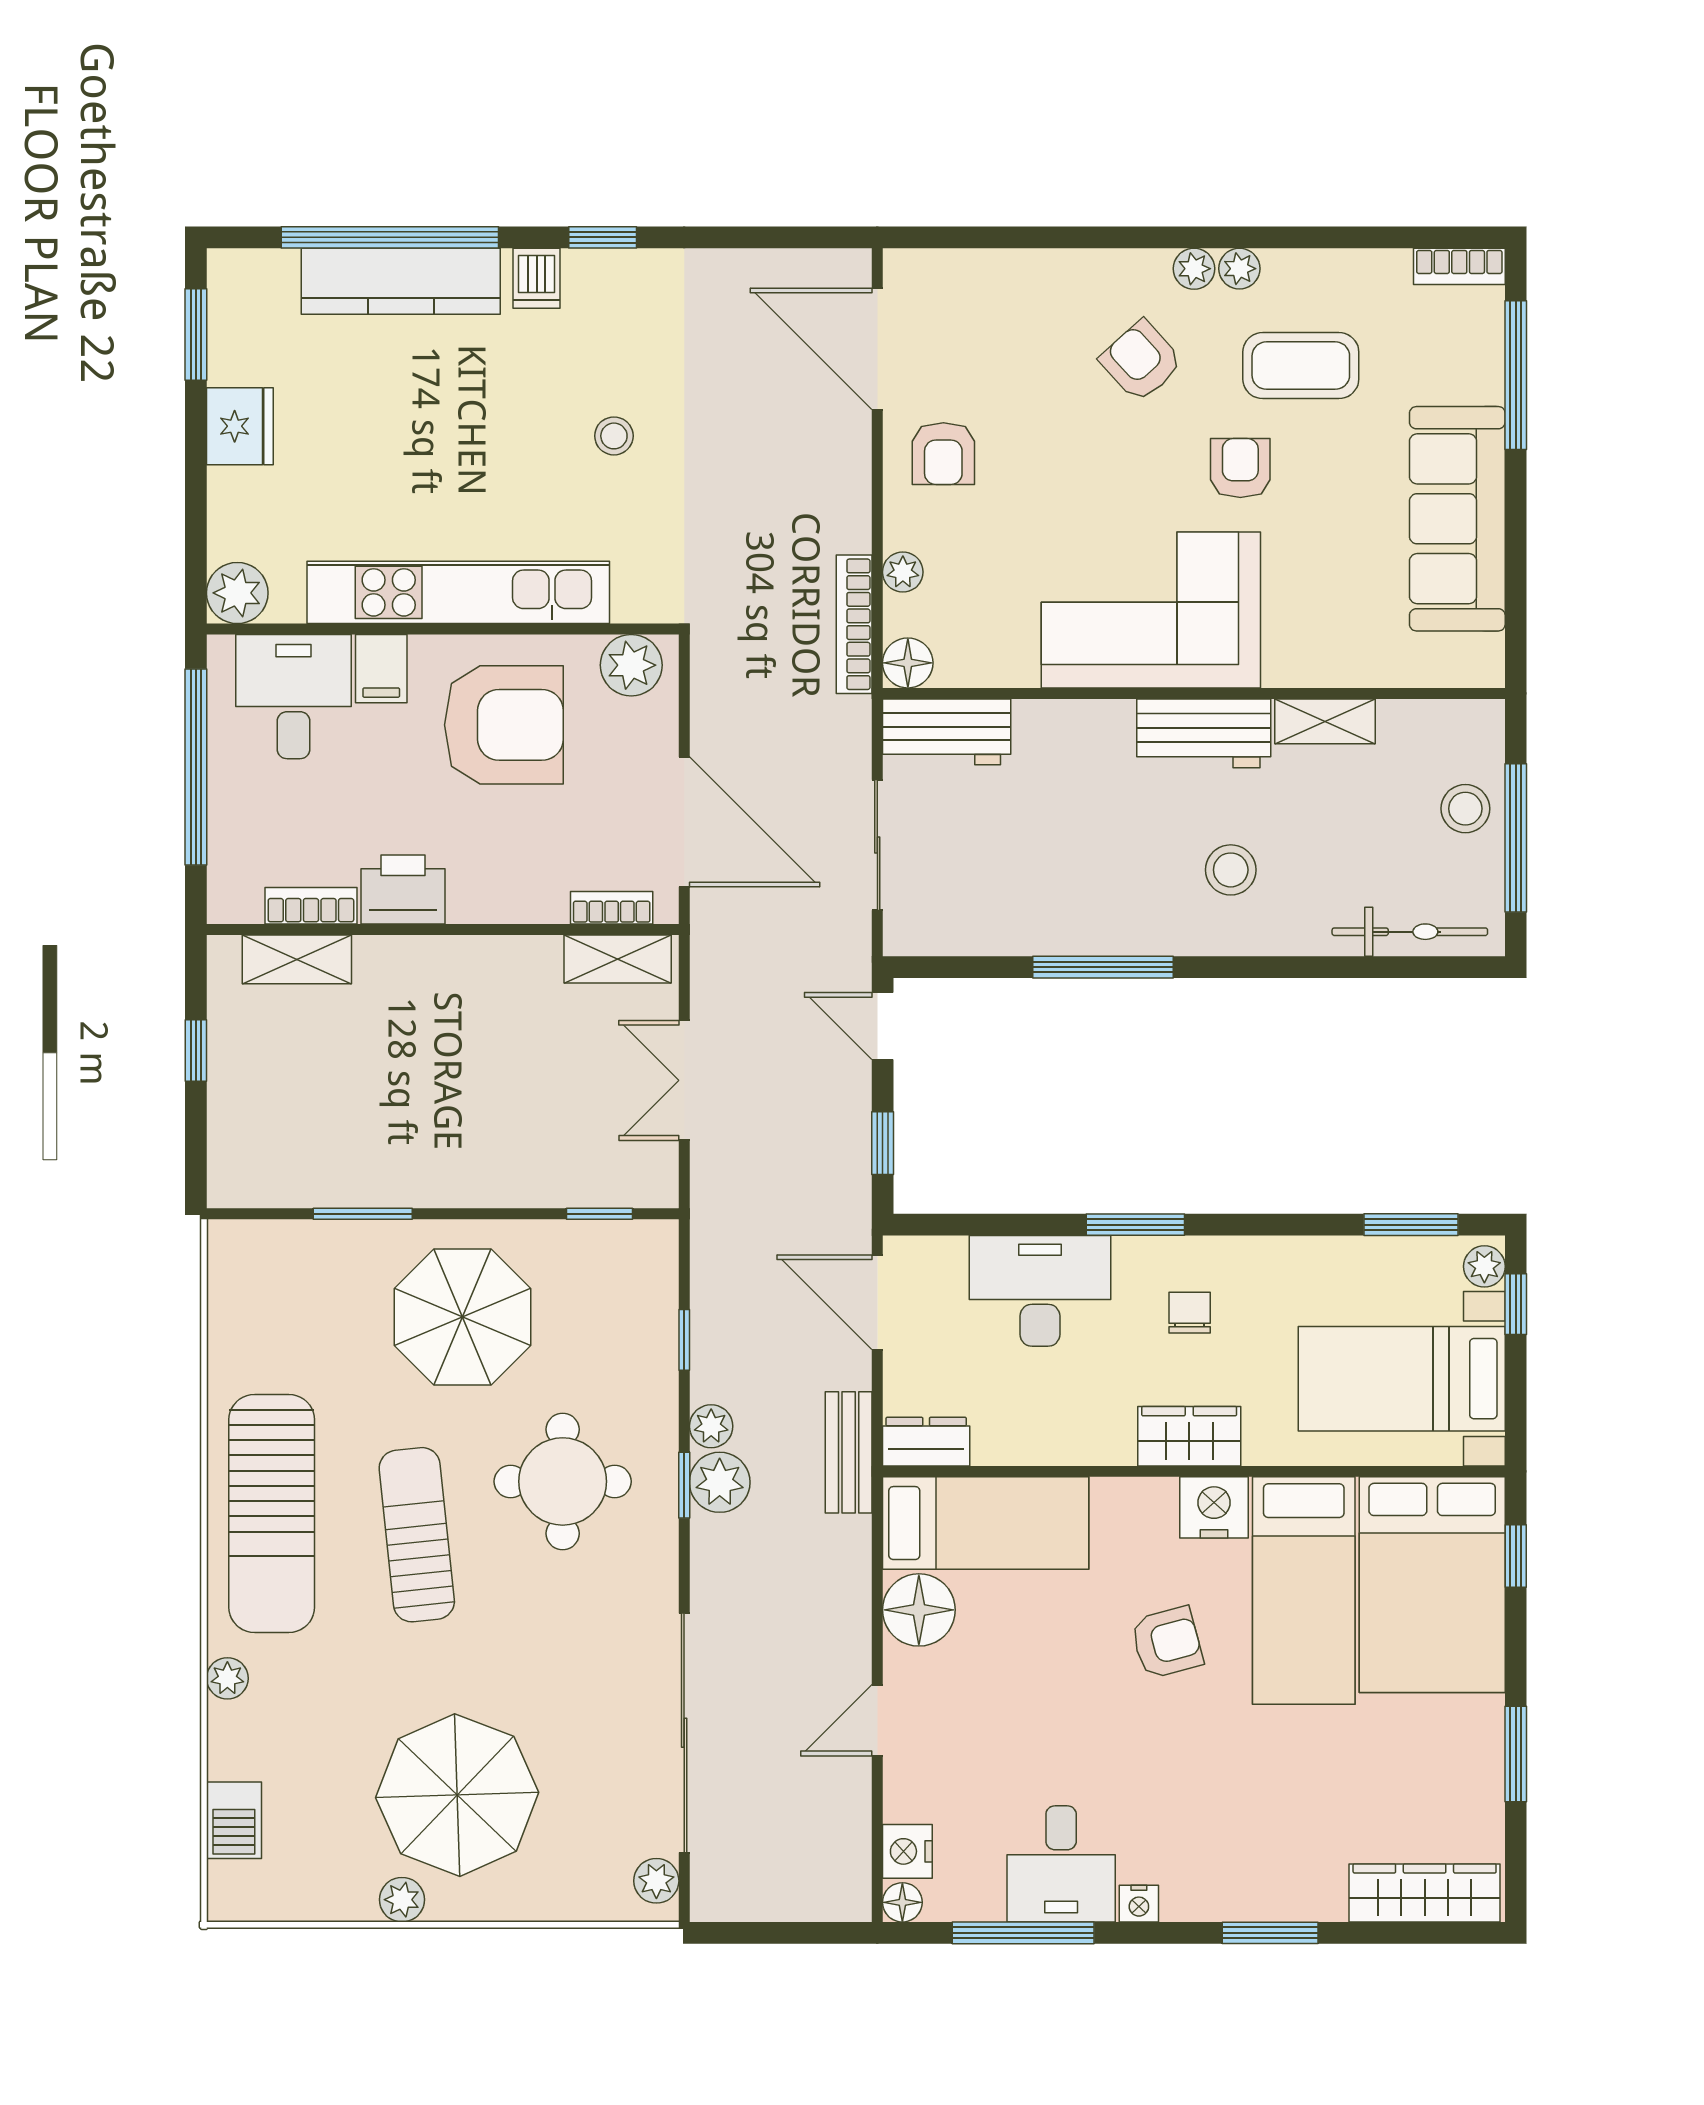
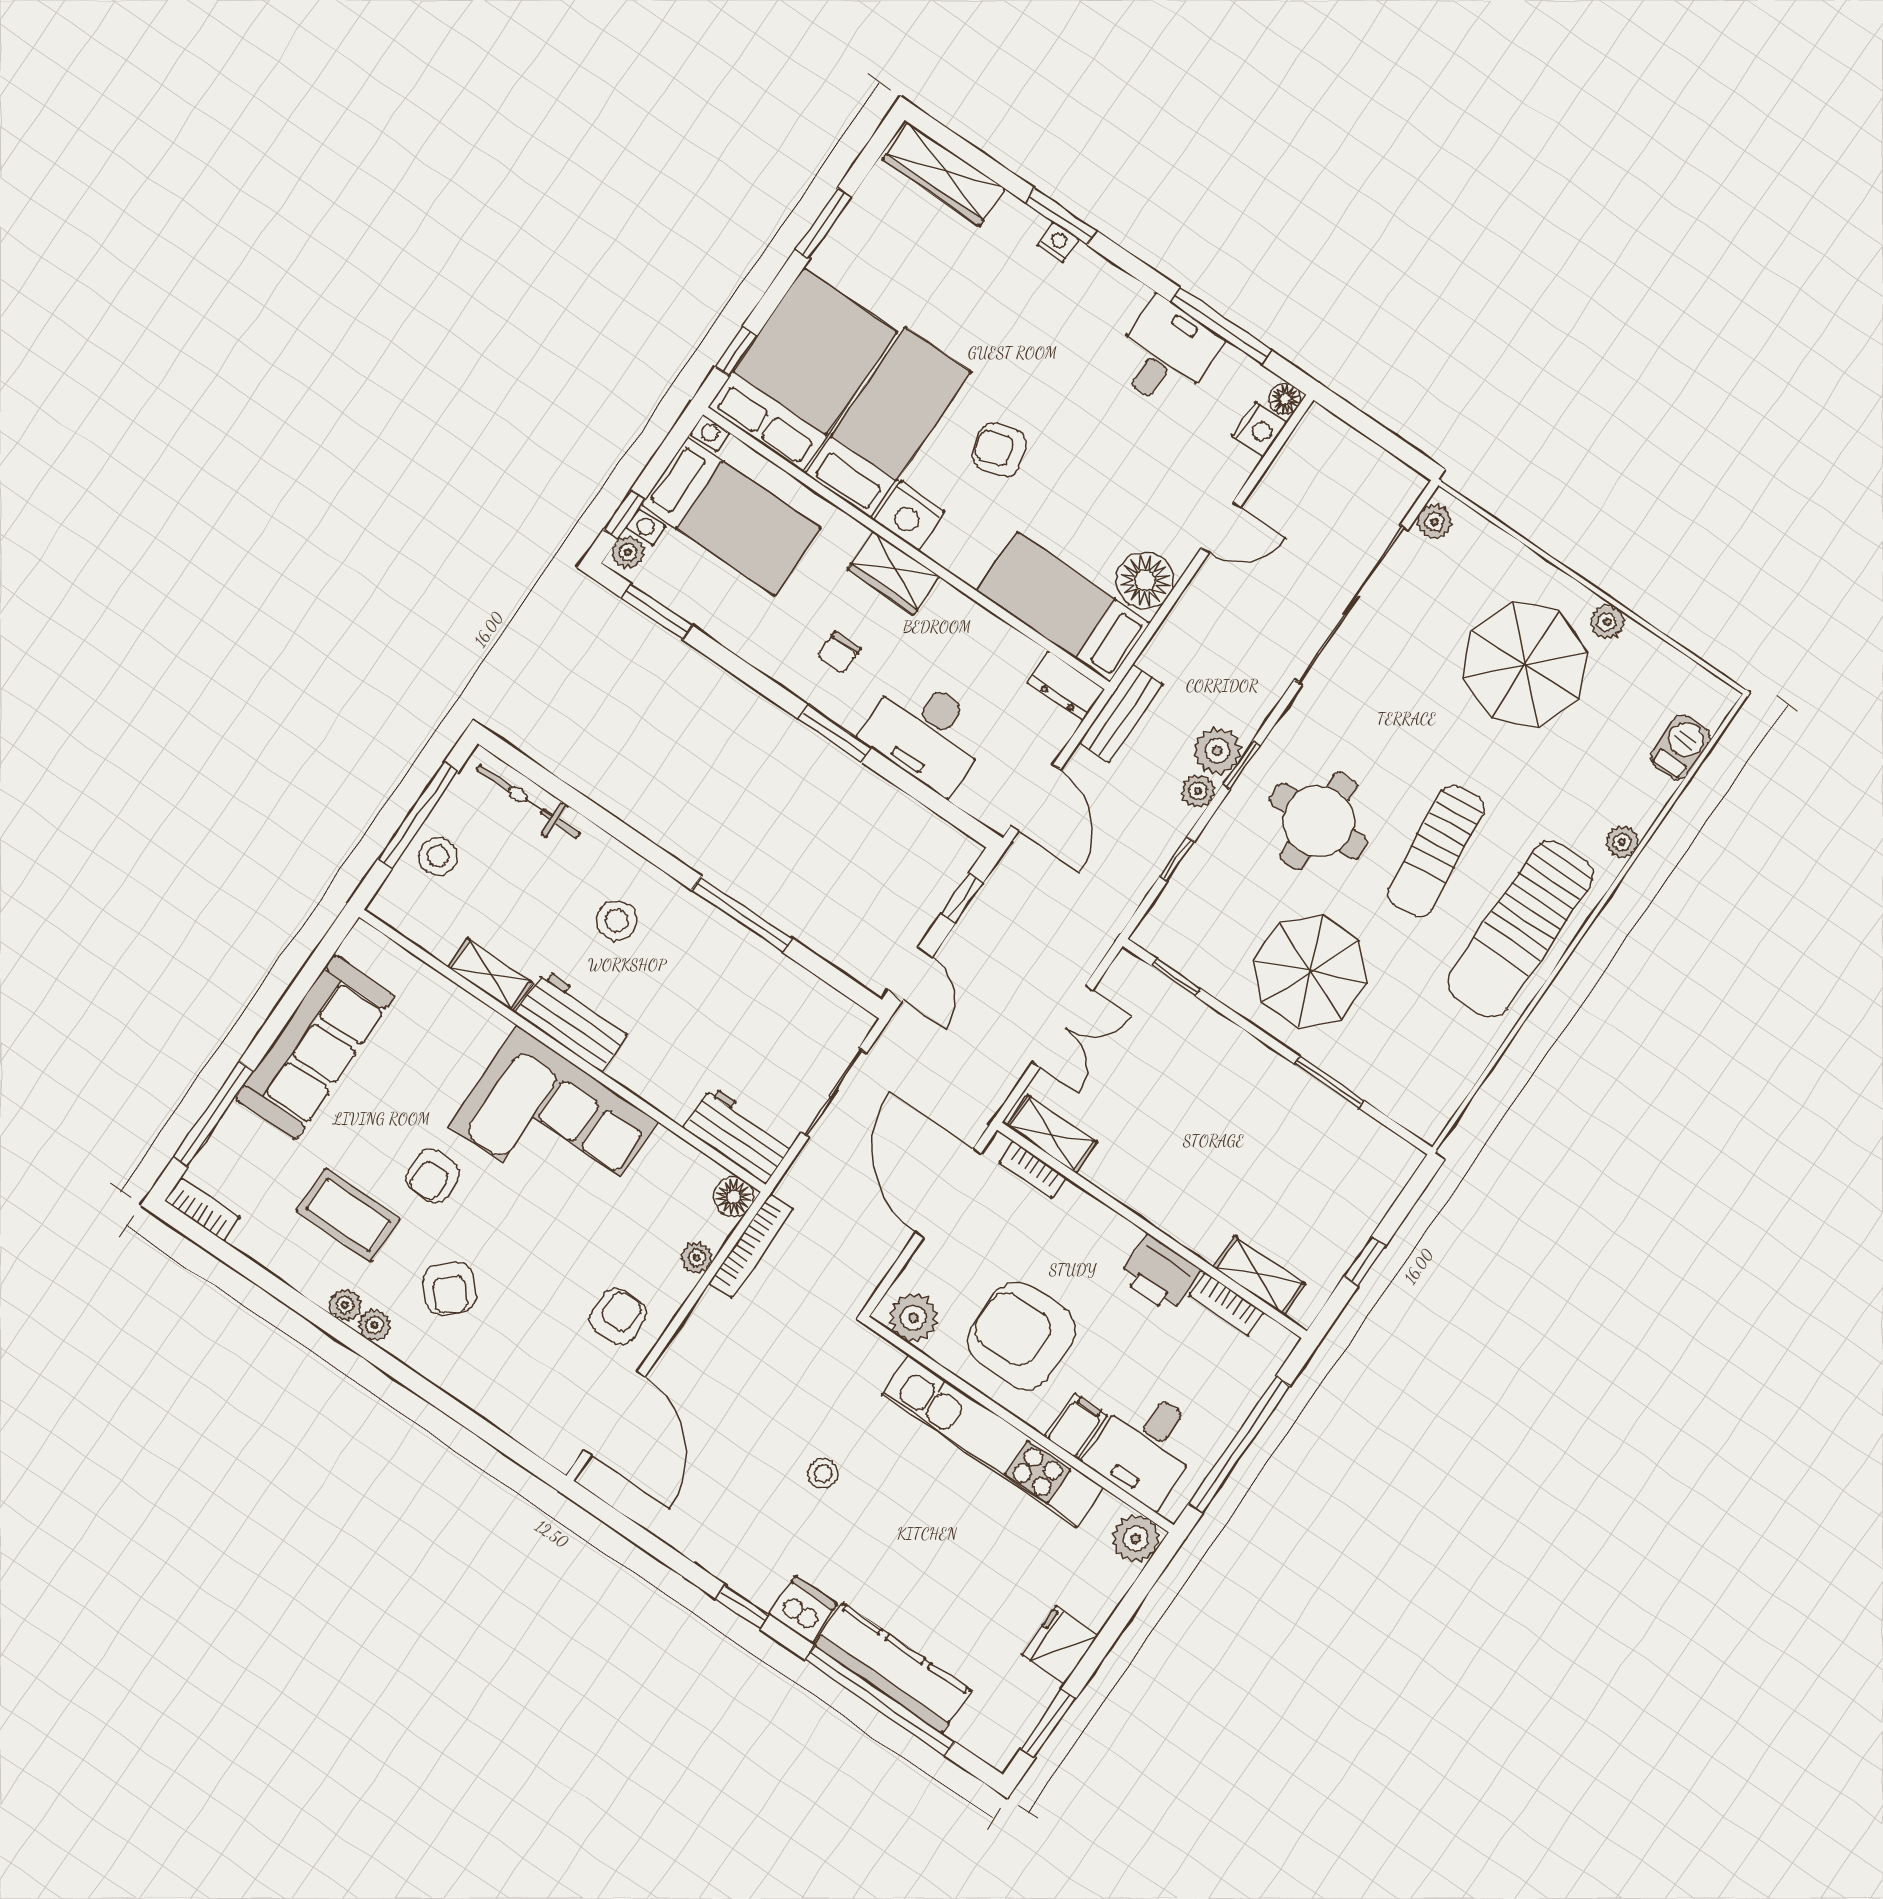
dishwasher: (537, 278) -> (803, 1610), width x1.38
sun lounger: (272, 1513) -> (1520, 929), turned 180
nightstand: (1139, 1904) -> (1058, 242), moved

